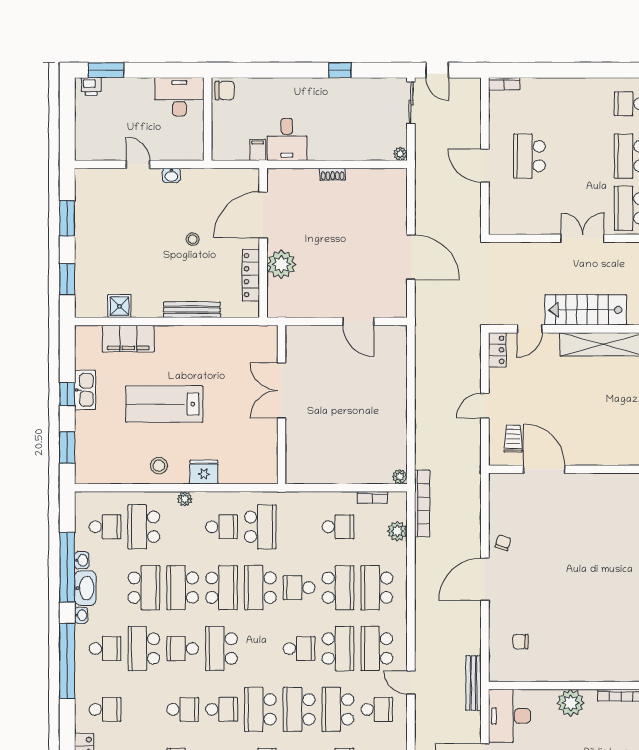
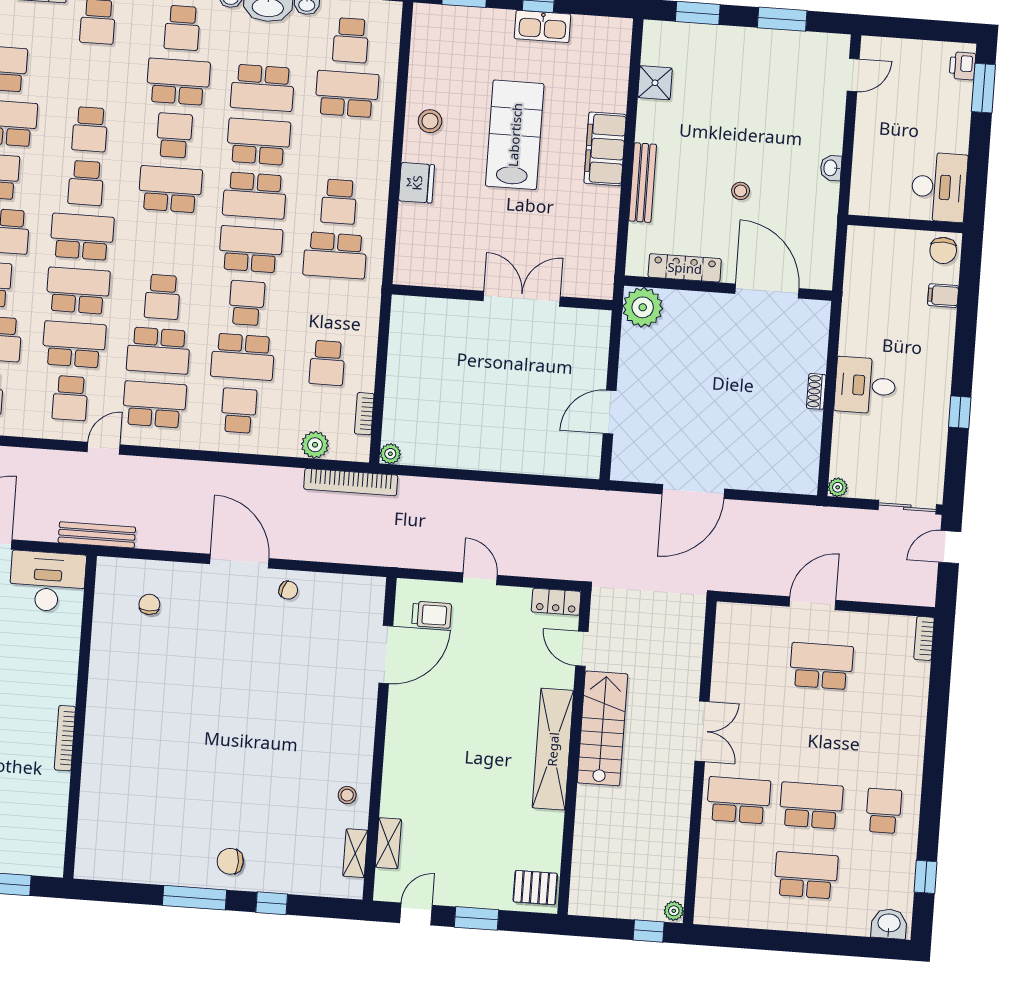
desk: (287, 139) -> (865, 385), moved
filing cabinet: (258, 150) -> (943, 296), moved, turned 180
door: (138, 164) -> (853, 75), moved
plant: (281, 264) -> (643, 307), moved
filing cabinet: (128, 339) -> (605, 149), moved
plant: (185, 499) -> (381, 154), removed
school desk: (377, 588) -> (239, 411), width x0.54
plant: (571, 703) -> (59, 667), removed

